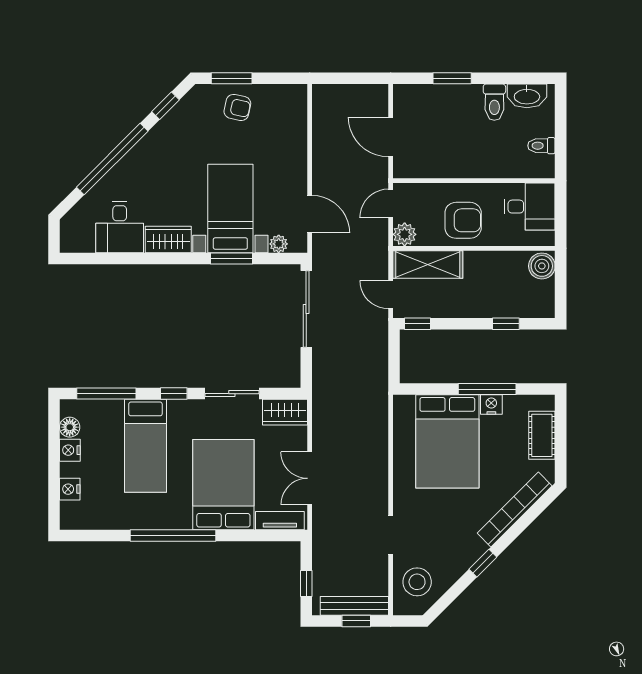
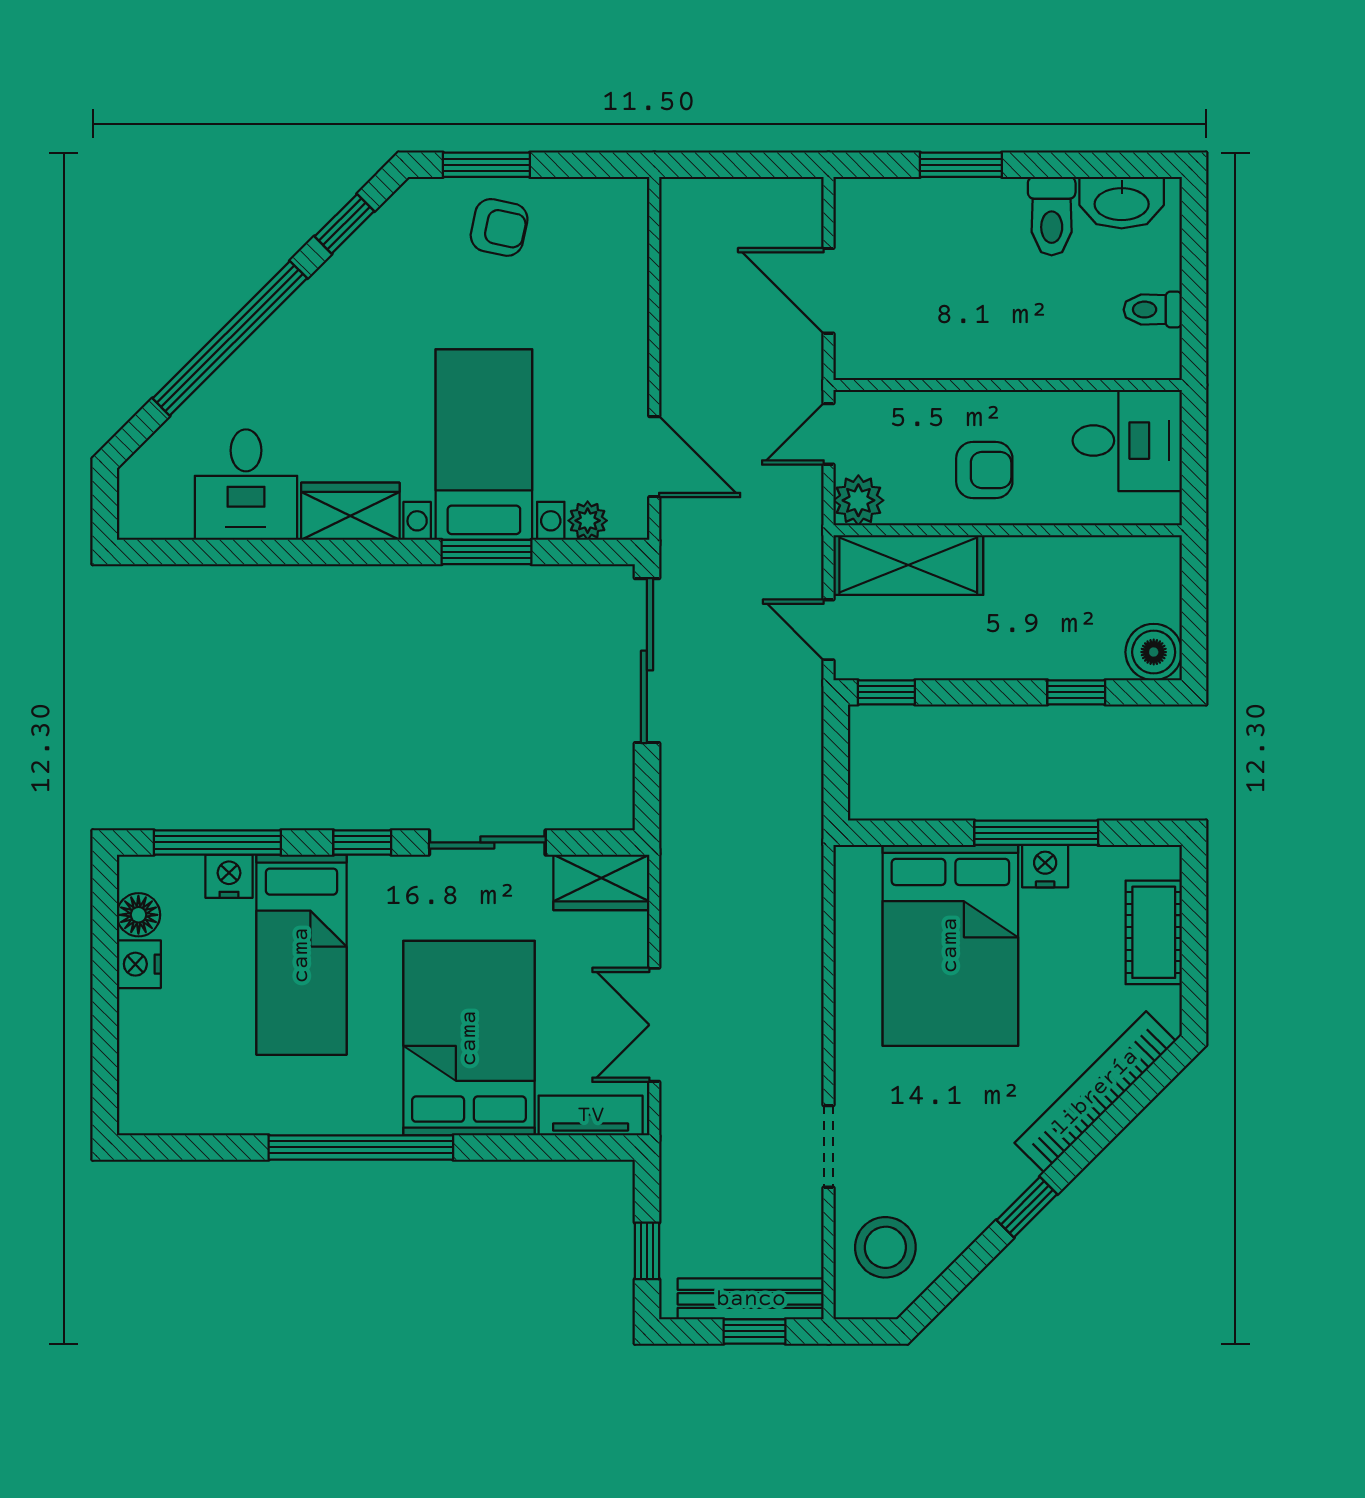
armchair: (463, 220) -> (984, 470), width x0.72, depth x0.72
boiler: (542, 266) -> (1154, 652), moved
nightstand: (70, 489) -> (229, 876), moved, turned 90

